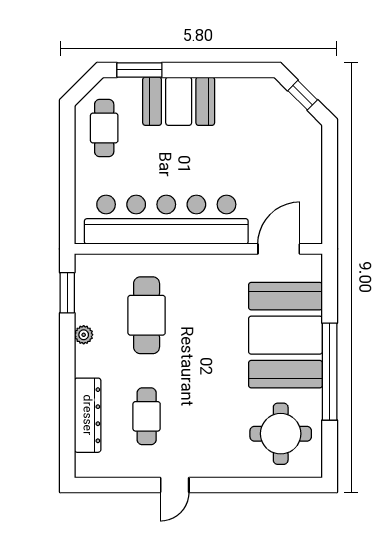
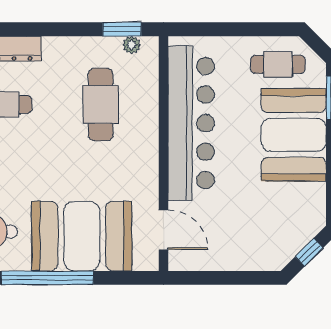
booth: (179, 101) -> (294, 135), width x1.36, depth x1.42
cafe table: (147, 315) -> (101, 104), turned 90
plant: (84, 335) -> (132, 45), moved

